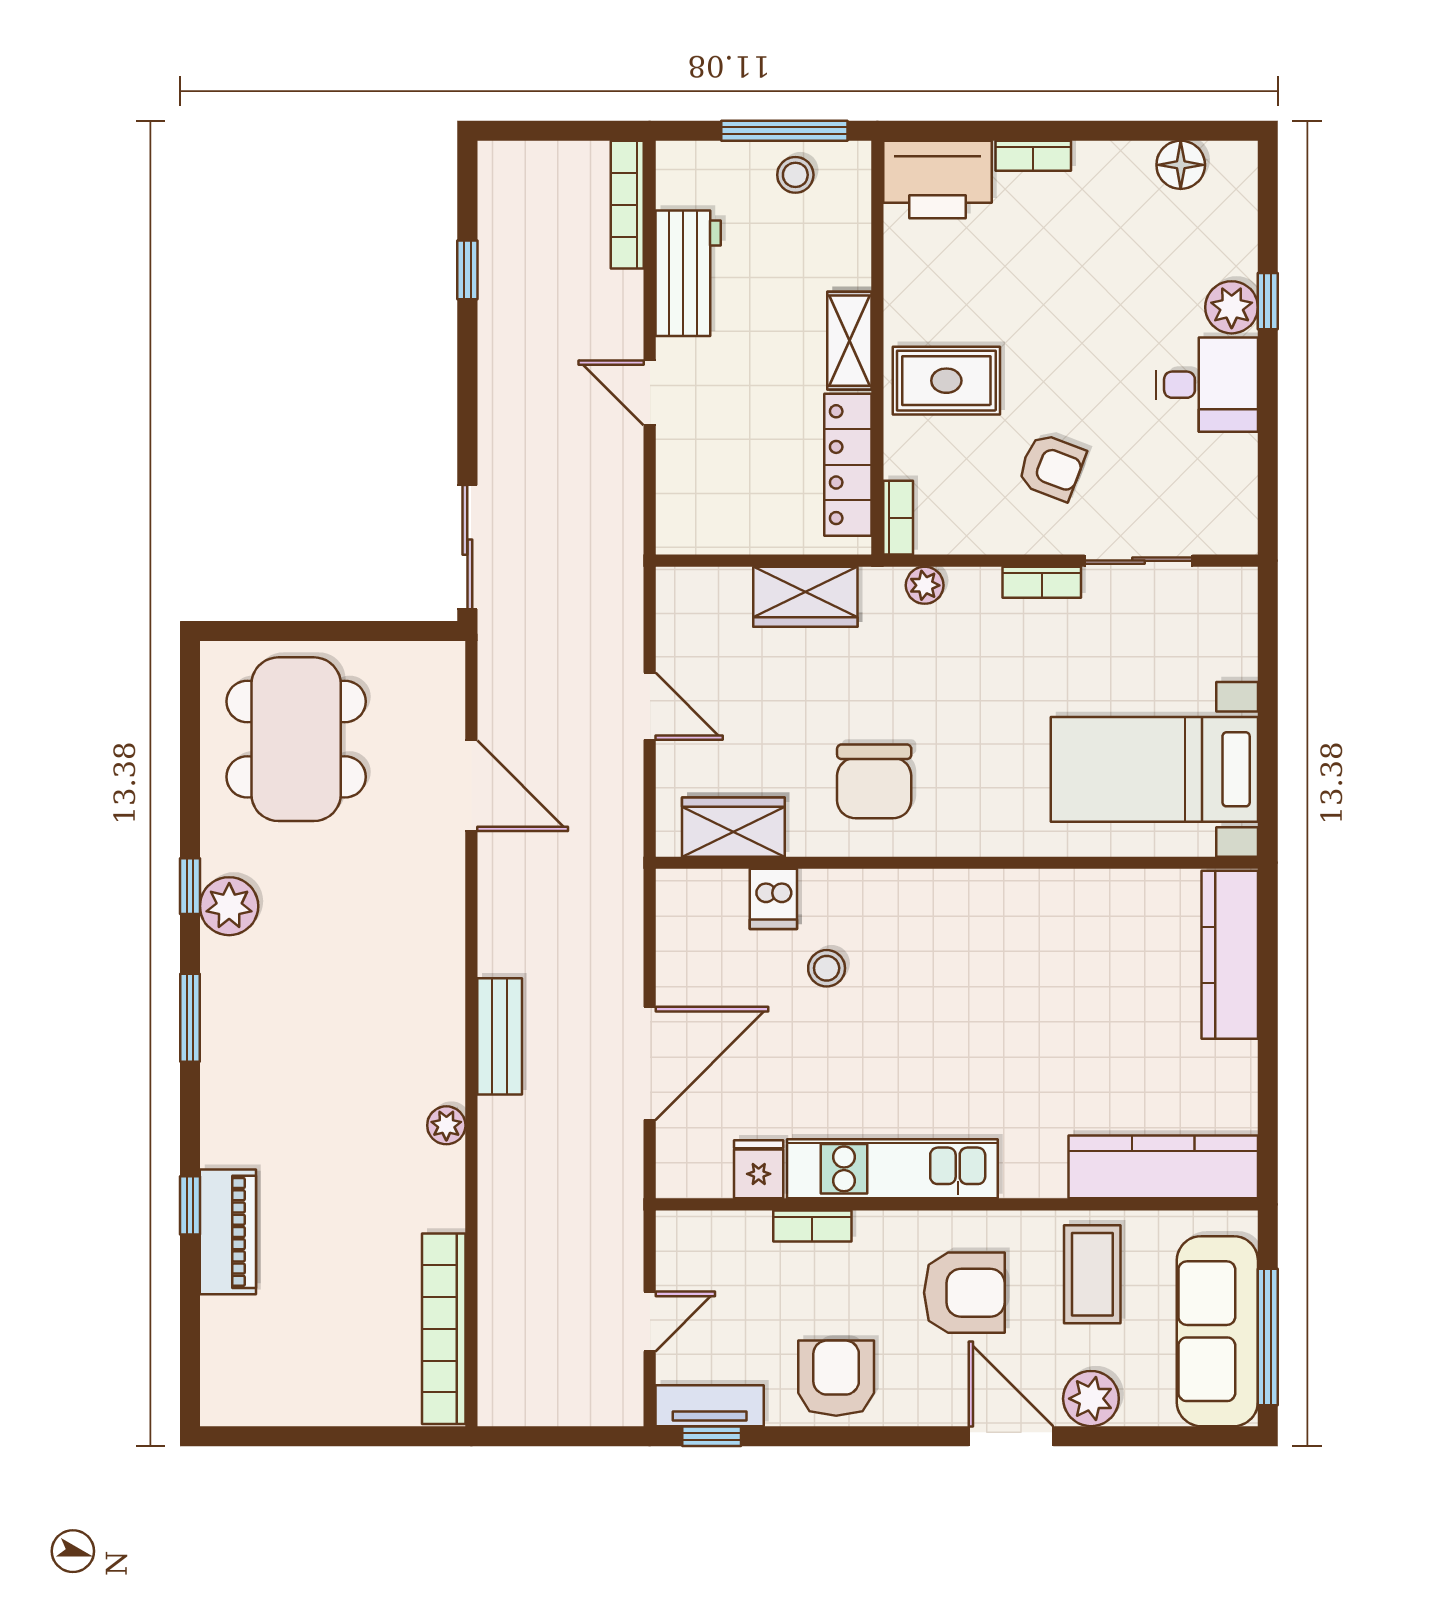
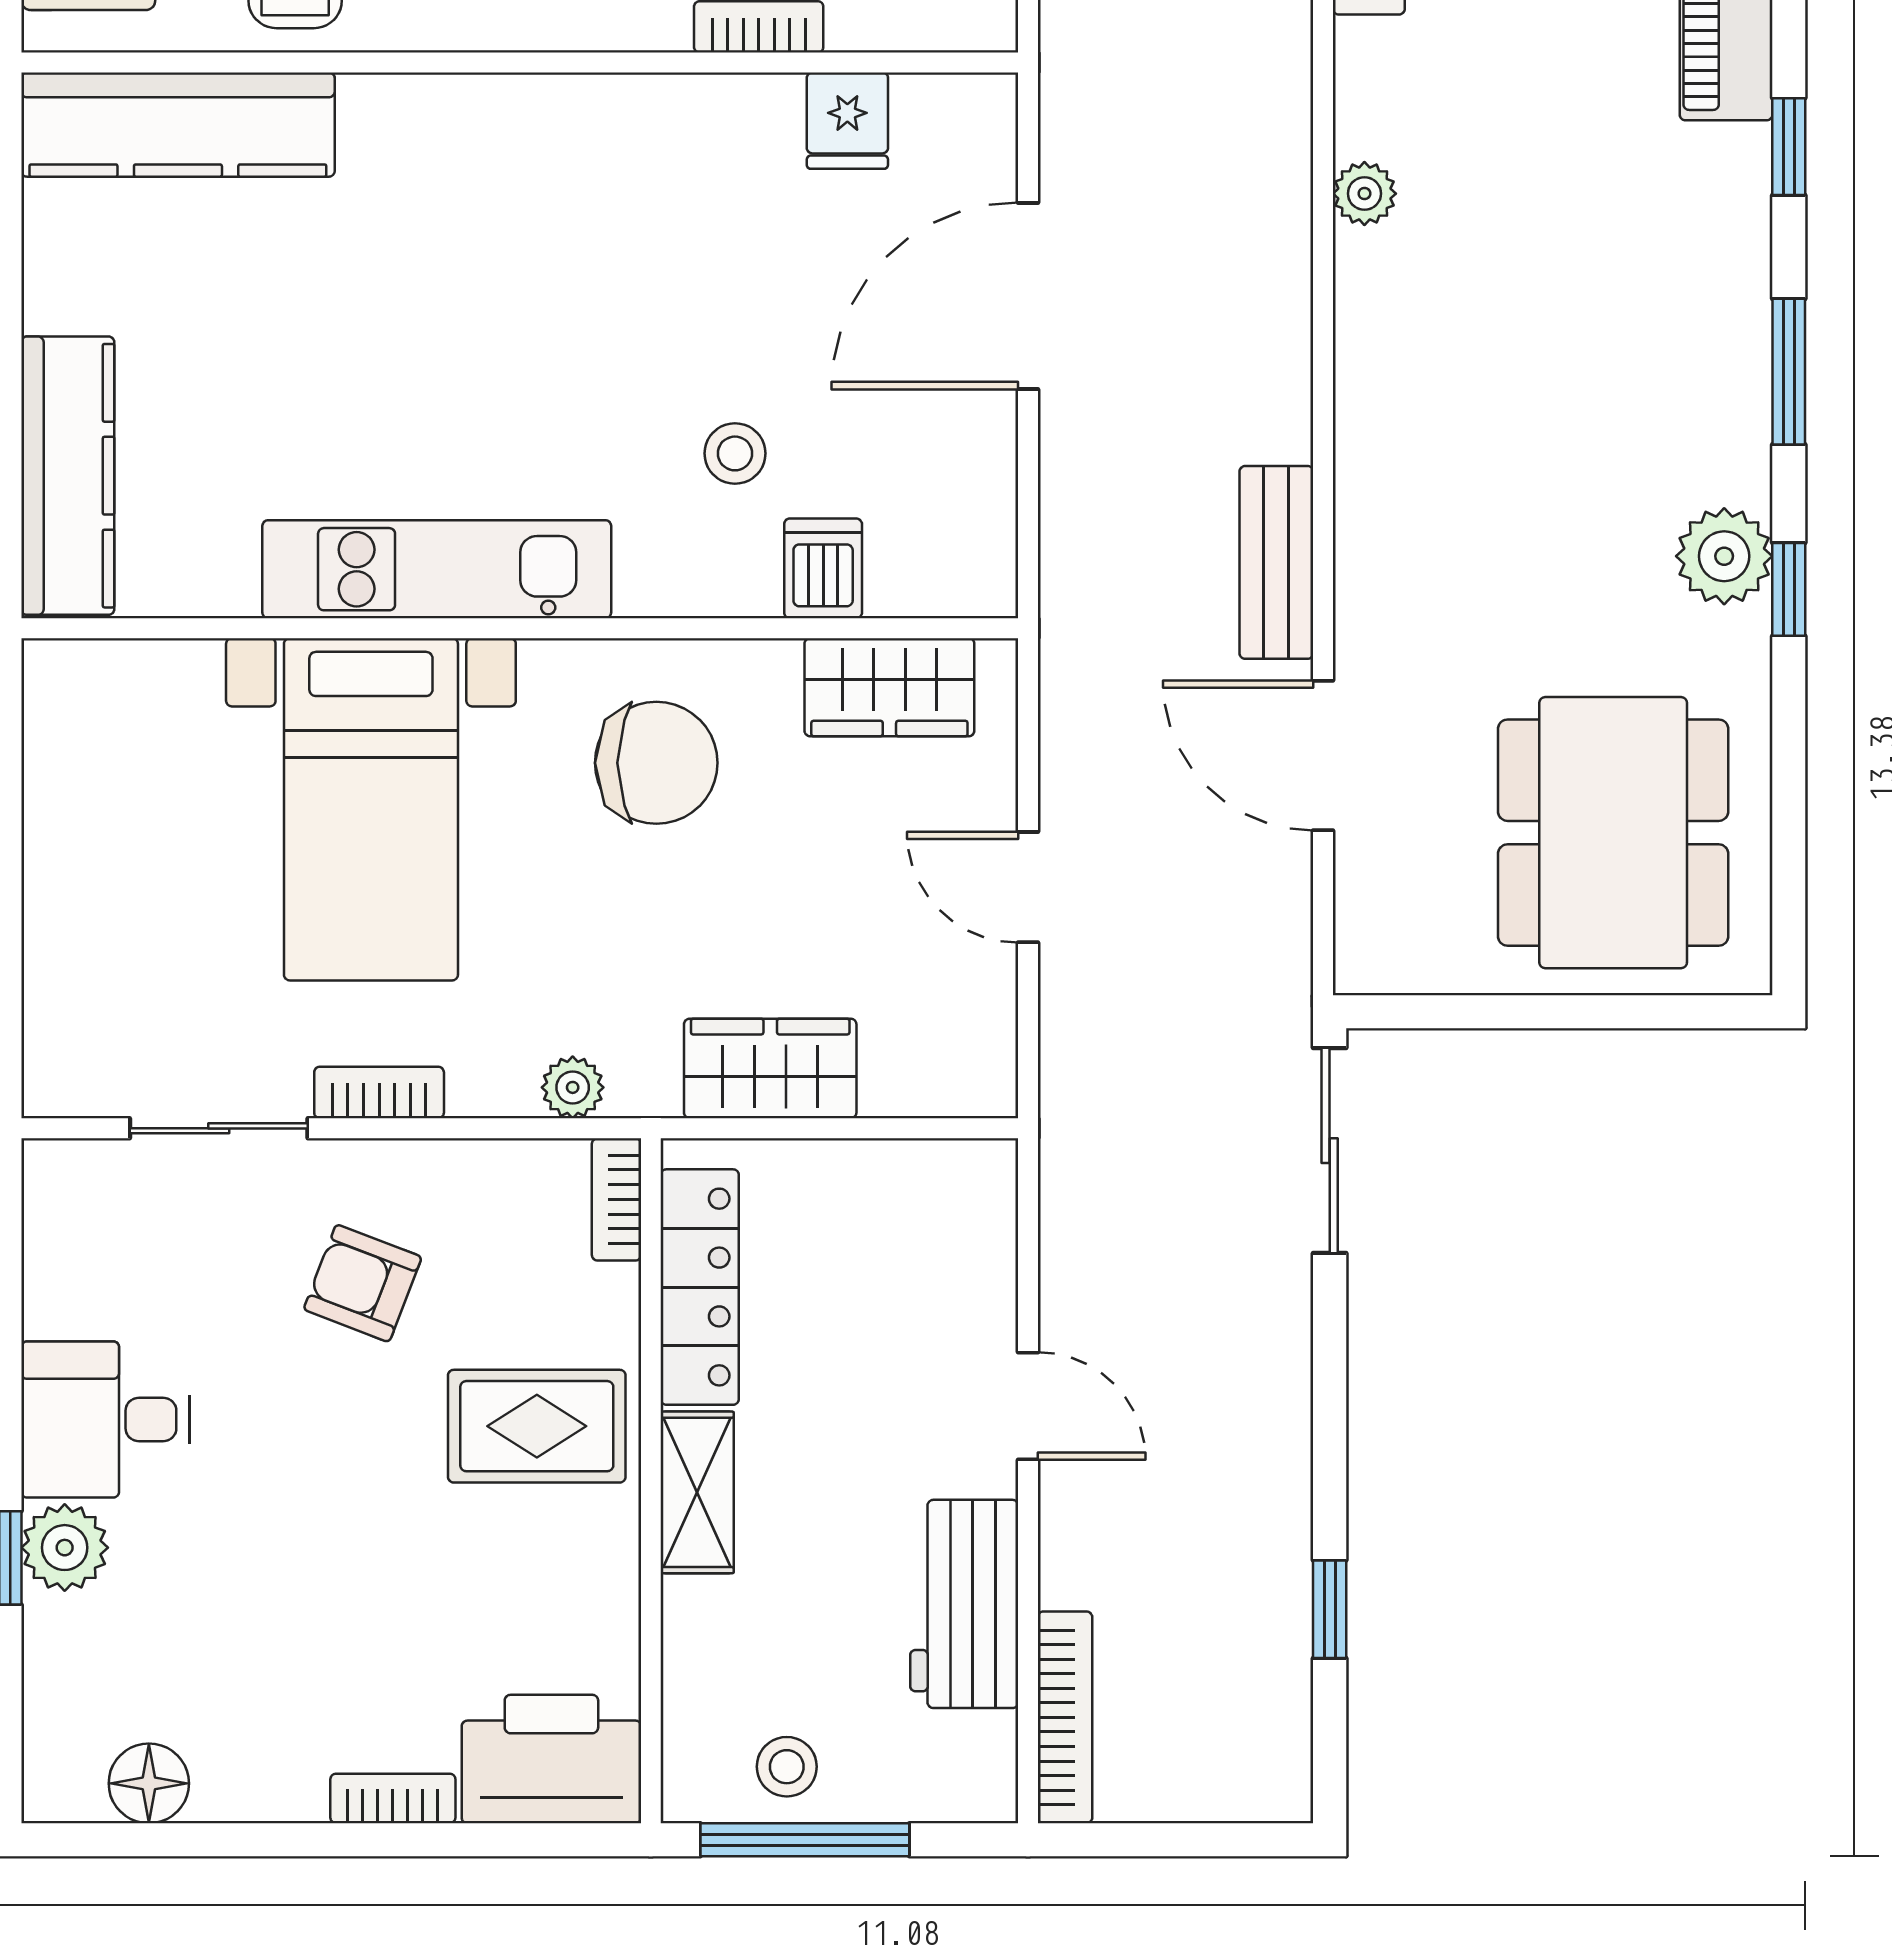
bed with nightstands: (1154, 769) -> (371, 809), moved, turned 90
chair: (874, 781) -> (656, 763), turned 90
bench: (500, 1036) -> (1276, 562), moved
kitchen unit: (892, 1169) -> (437, 569), moved, turned 180
window: (190, 1205) -> (1789, 147), moved

